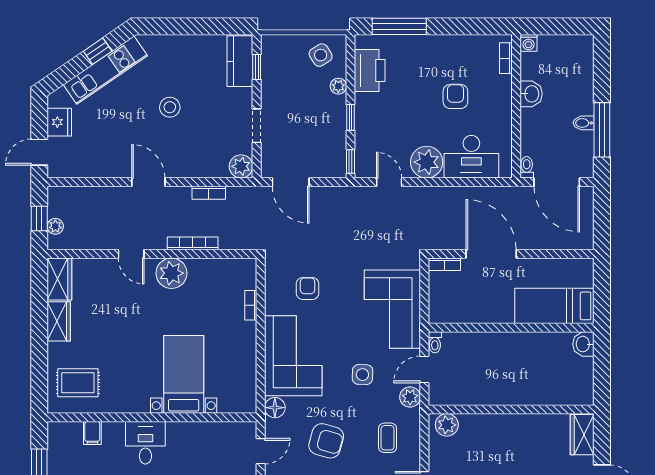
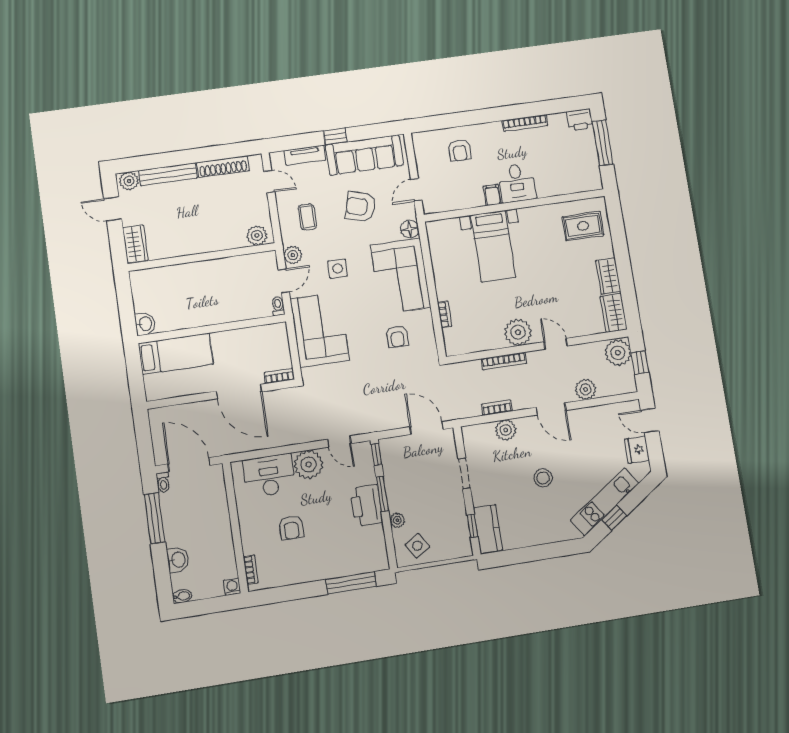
printer: (370, 70) -> (367, 505), moved
washbasin: (531, 94) -> (178, 560), moved, turned 180
window: (350, 117) -> (382, 494), width x1.50
bidet: (584, 123) -> (182, 596), moved
door: (39, 152) -> (650, 421), swing flipped
plant: (241, 166) -> (506, 430), moved
toilet: (527, 167) -> (163, 482), moved
plant: (106, 198) -> (586, 389), added
plant: (55, 226) -> (618, 353), width x1.87, depth x1.87
filing cabinet: (92, 433) -> (492, 195), moved

